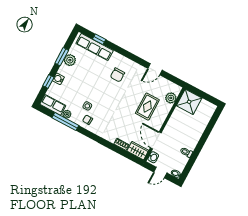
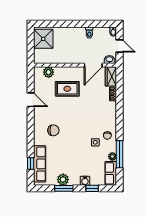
shower: (189, 102) -> (43, 39), moved

